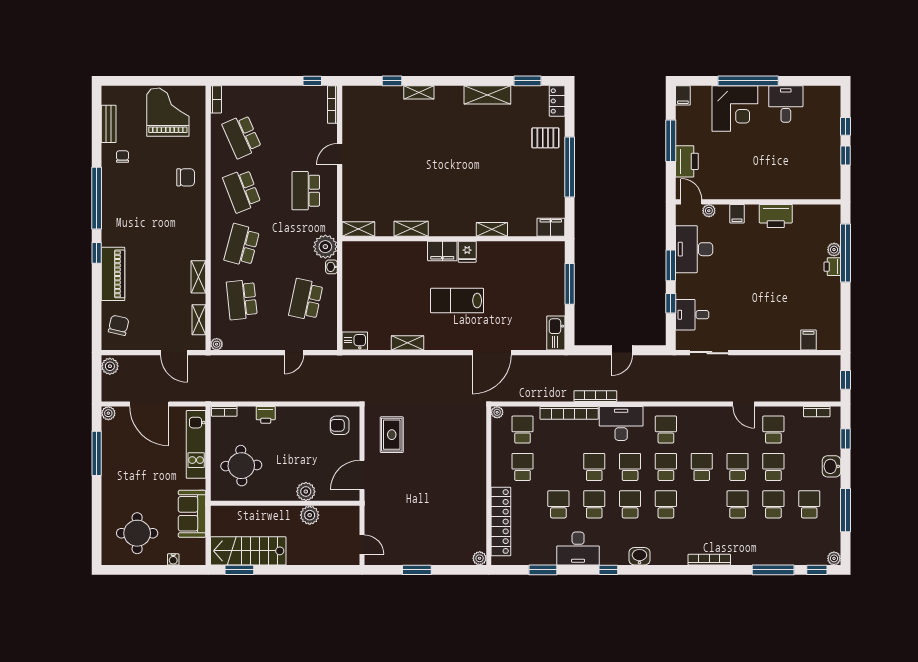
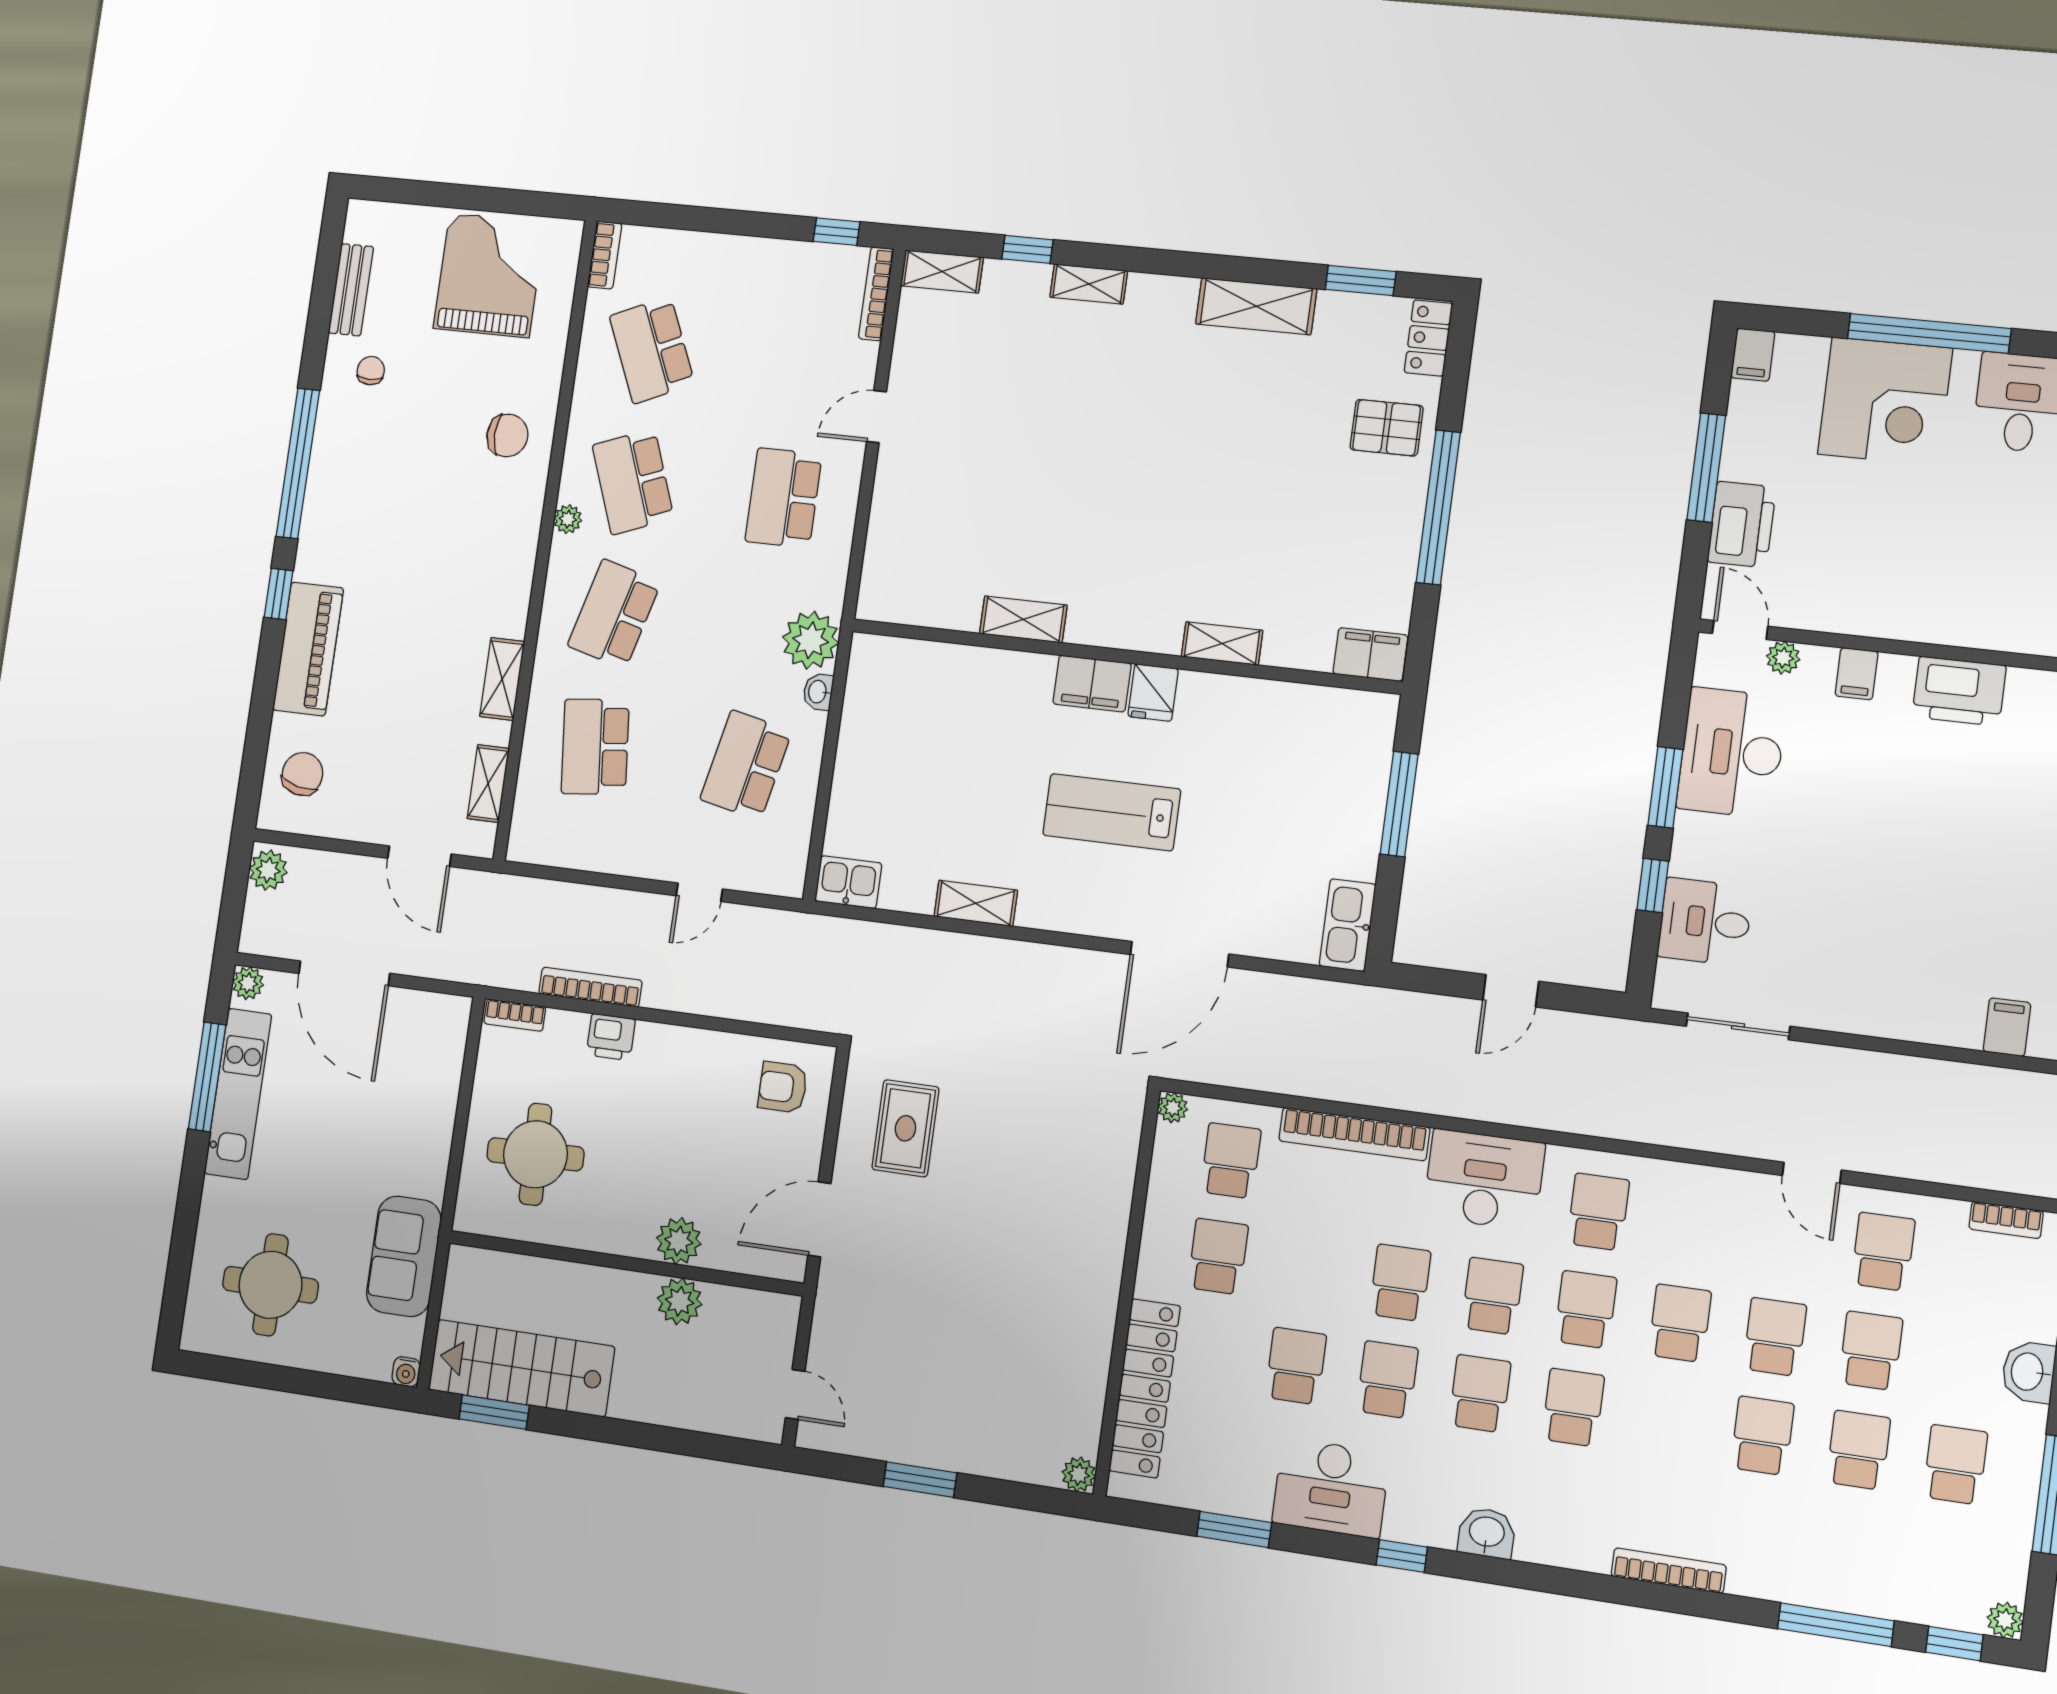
shelving: (358, 229) -> (942, 272), moved
plant: (217, 344) -> (568, 519), moved
bookcase: (595, 396) -> (590, 987), moved
kitchen unit: (196, 444) -> (238, 1094), moved, turned 180
water cooler: (173, 559) -> (406, 1372), moved

